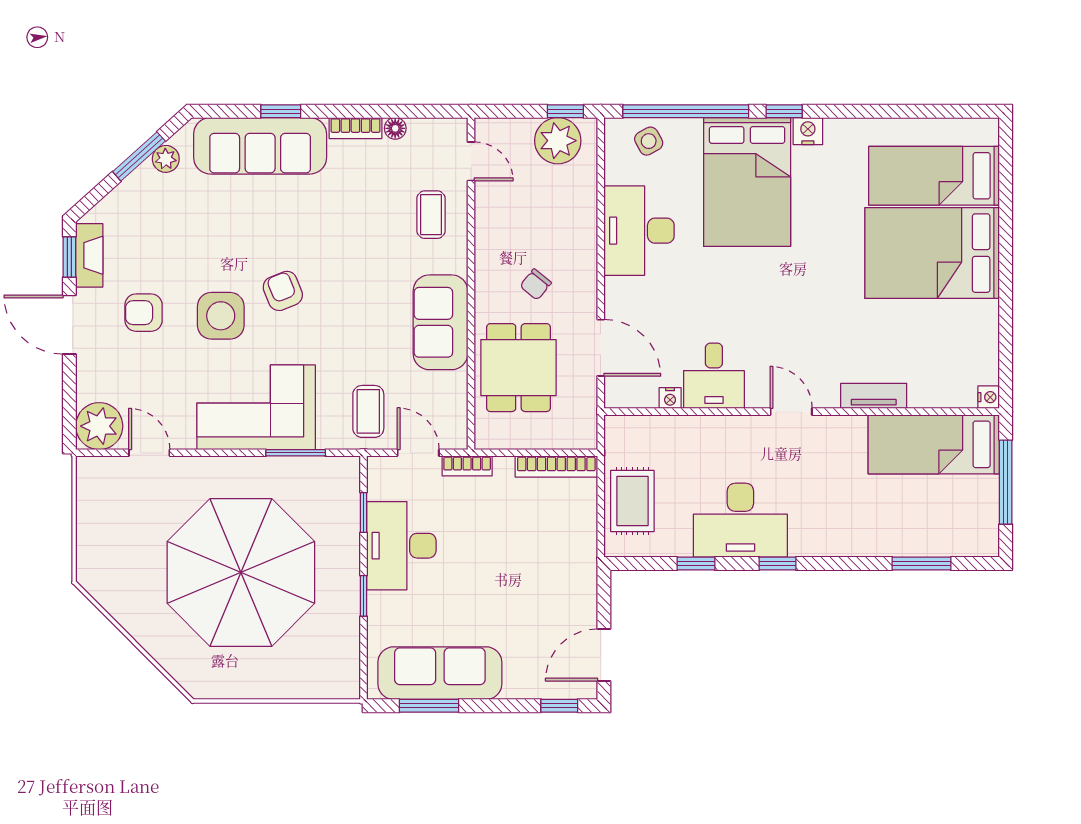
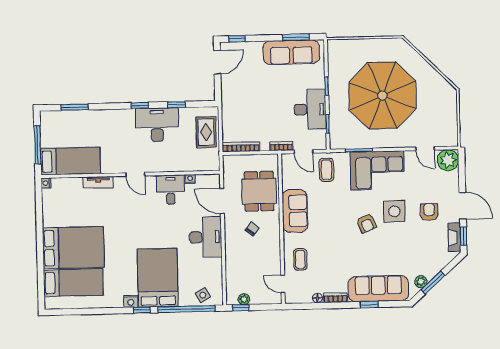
plant: (558, 141) -> (244, 299), width x0.53, depth x0.53
desk: (639, 231) -> (206, 237), moved
armchair: (144, 313) -> (429, 212), turned -90

